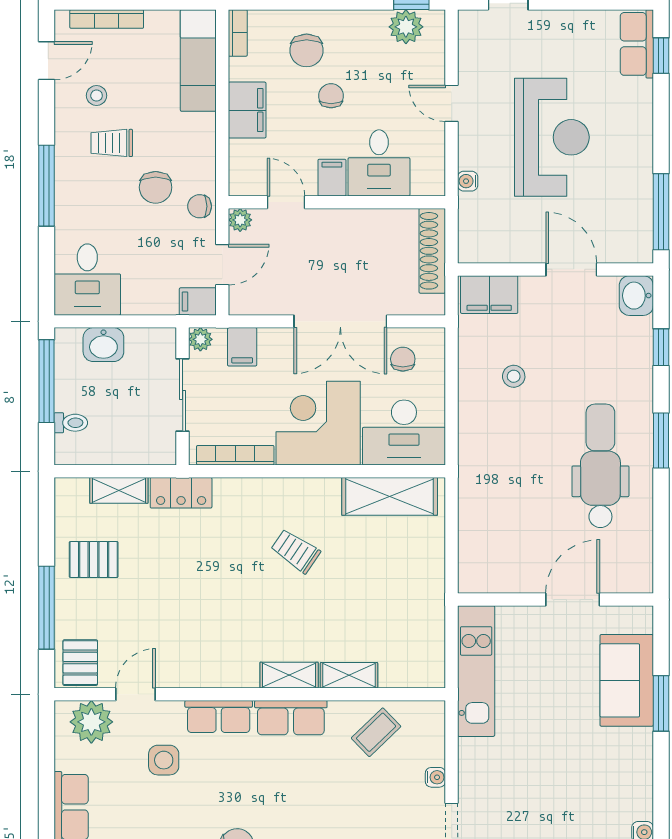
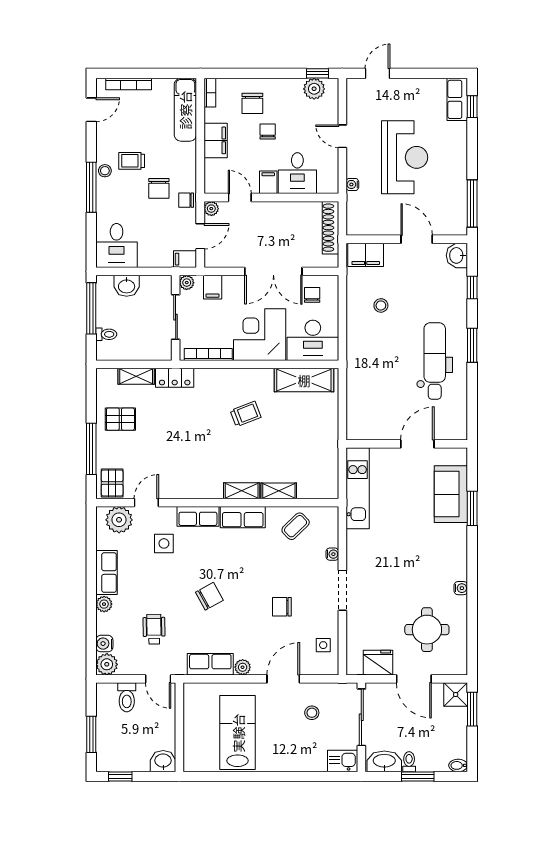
stool: (97, 96) -> (105, 171), moved
trolley: (296, 551) -> (246, 414), turned 125

